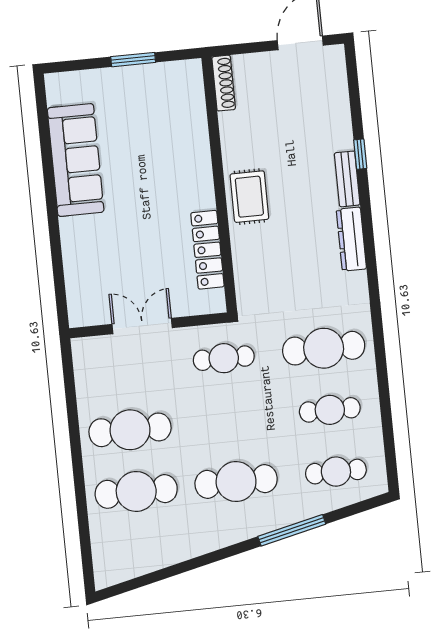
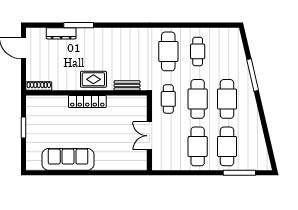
window: (360, 154) -> (79, 25), width x2.17
bench: (347, 179) -> (127, 86), moved
dresser: (351, 239) -> (61, 33), moved
locker: (207, 250) -> (87, 102), moved
cafe table: (336, 472) -> (198, 99), moved, width x1.37, depth x1.35
window: (83, 523) -> (239, 173), added

